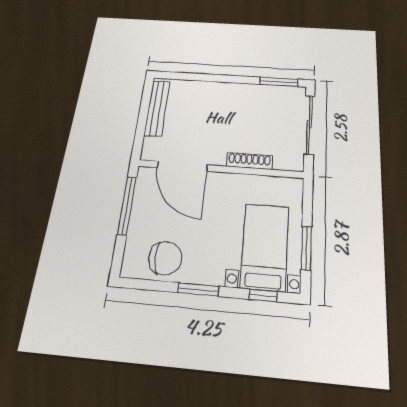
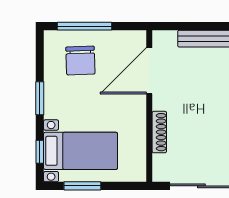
window: (127, 205) -> (84, 26), moved
chair: (165, 258) -> (80, 61), moved

